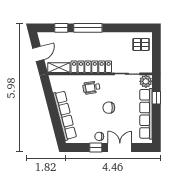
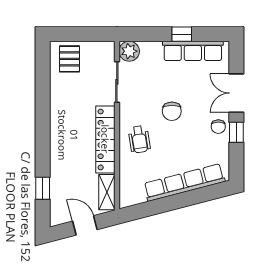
window: (88, 28) -> (43, 145), removed
window: (156, 98) -> (182, 34), moved
row of seats: (146, 114) -> (193, 51), width x0.73

